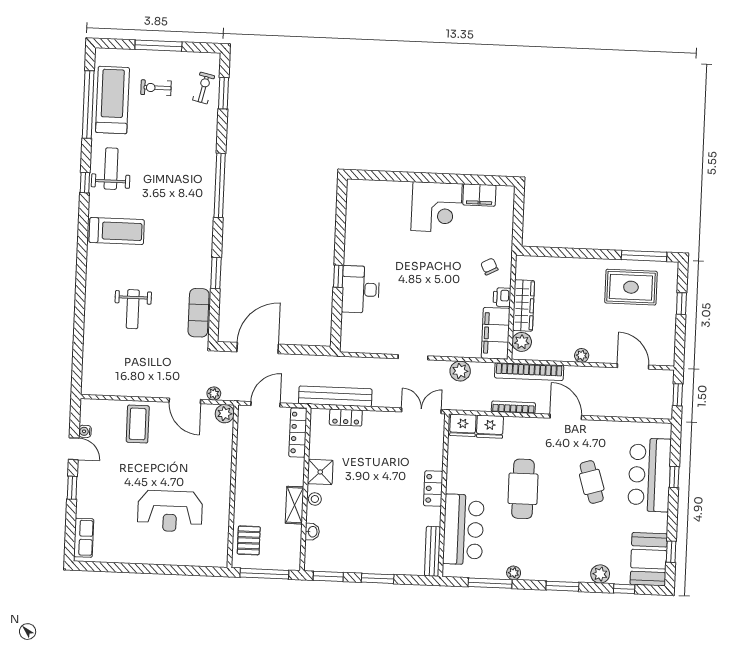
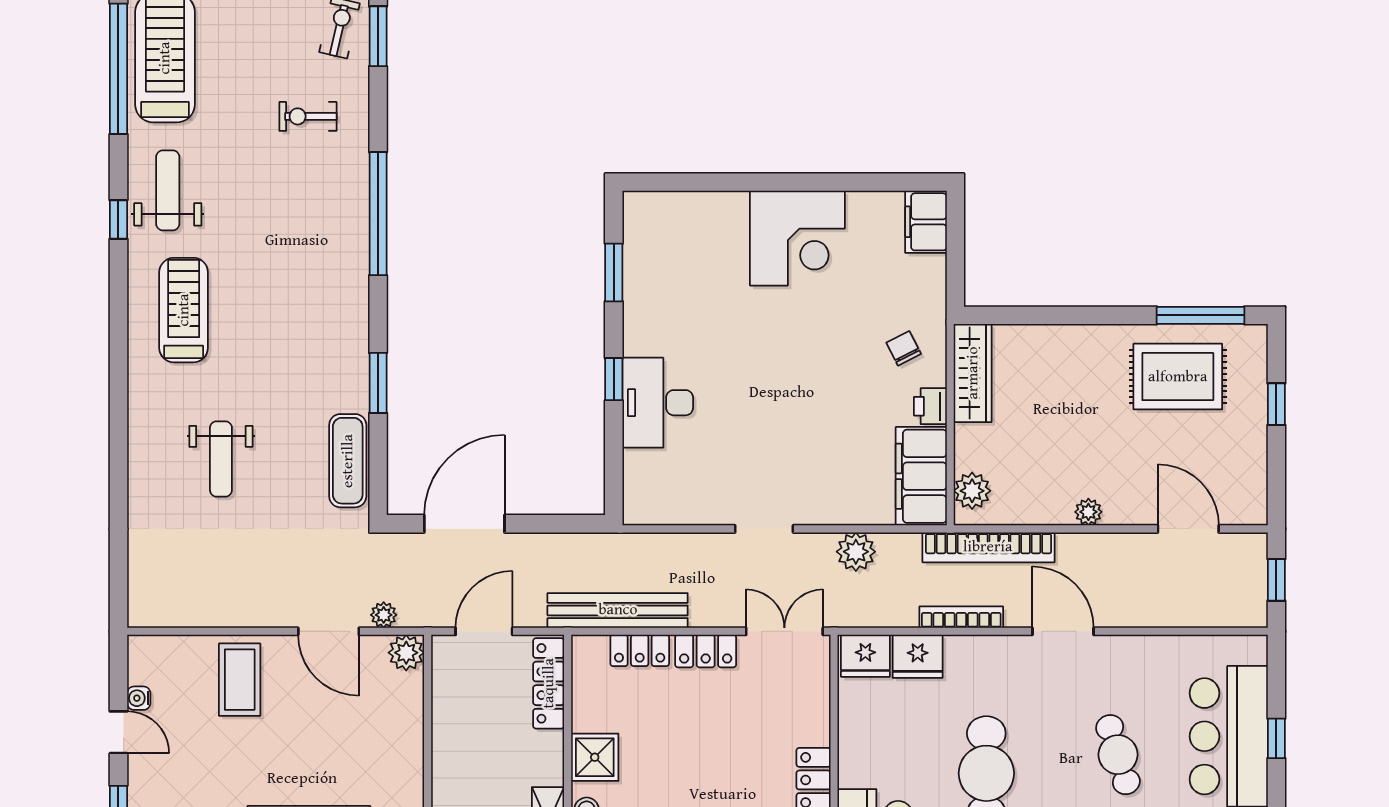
exercise bike: (156, 88) -> (308, 116), moved
filing cabinet: (479, 195) -> (926, 222), moved, turned 90
window: (341, 221) -> (614, 272), added
treadmill: (117, 231) -> (184, 310), turned -90
wardrobe: (524, 305) -> (973, 373), moved
locker: (380, 419) -> (706, 651), added

